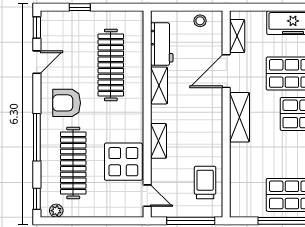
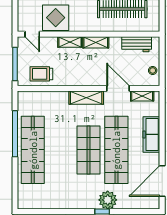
shelving: (159, 85) -> (96, 42), moved
trolley: (205, 183) -> (41, 74), turned 180
door: (147, 196) -> (32, 34), hinge flipped

